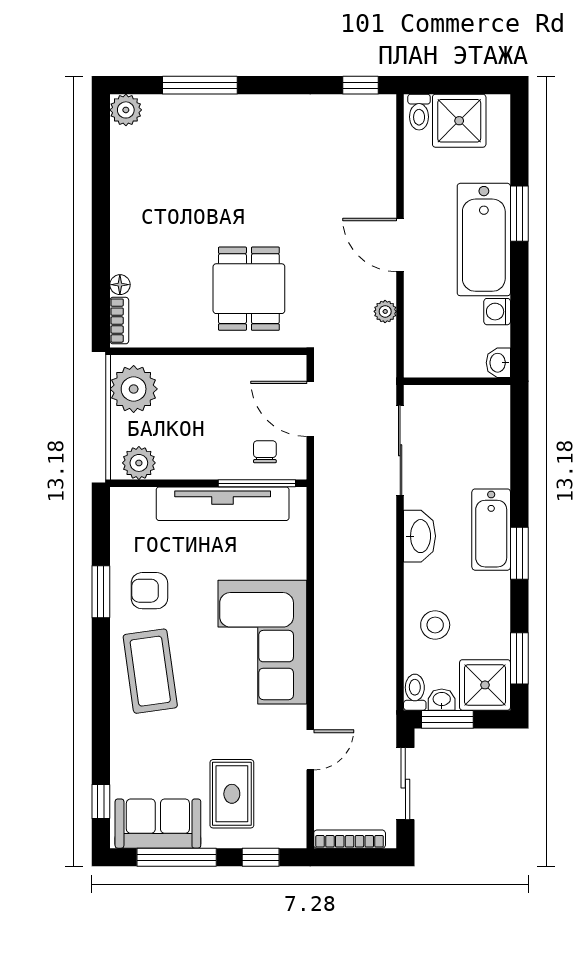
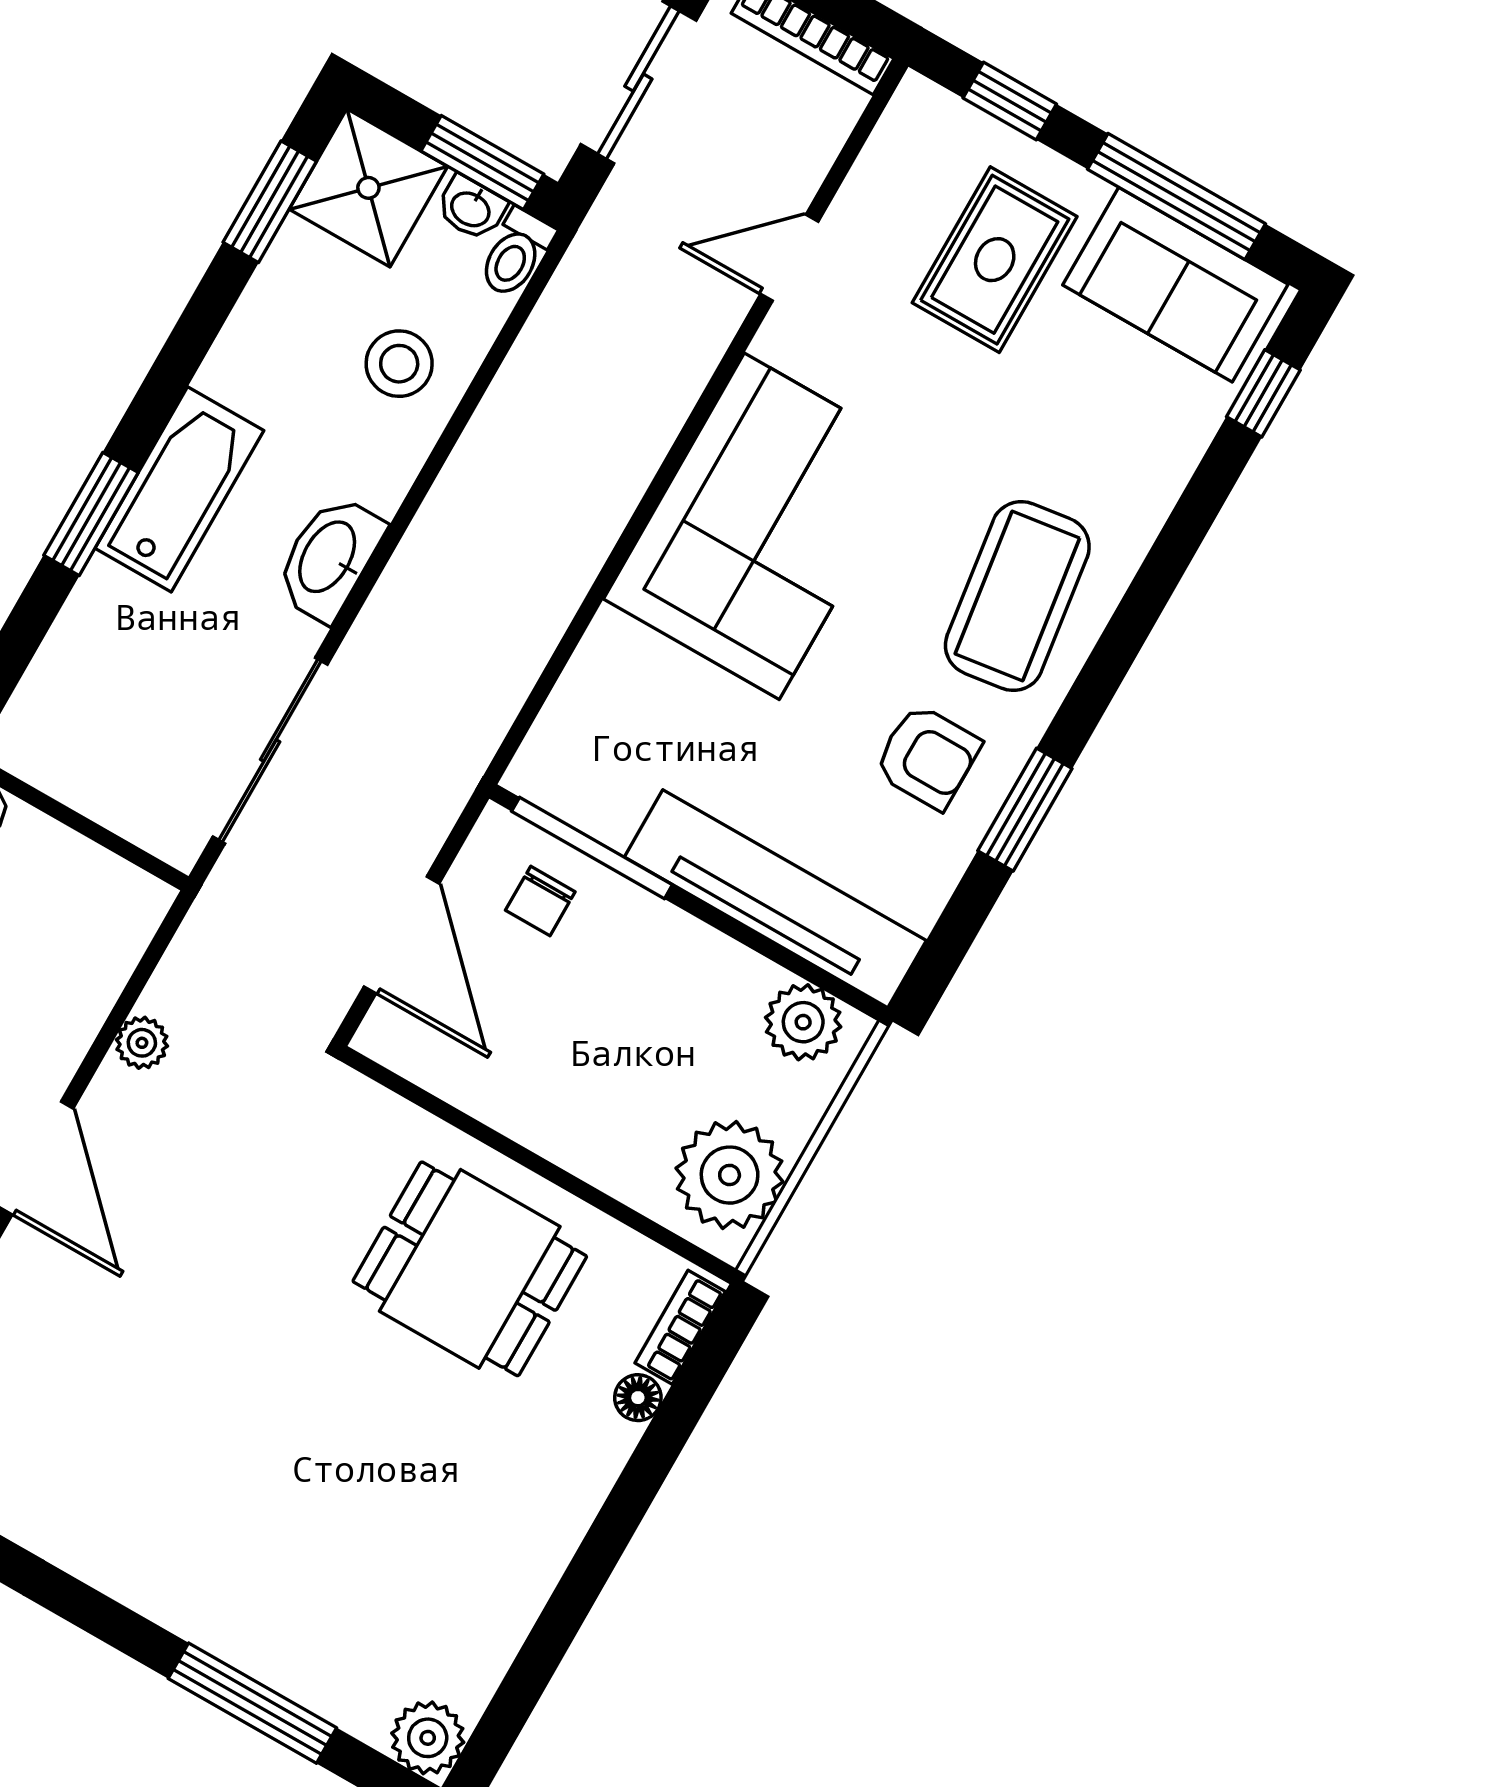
dining table: (249, 289) -> (470, 1269), moved, turned 90
tv unit: (223, 504) -> (775, 899), moved
window: (519, 553) -> (91, 514), moved

